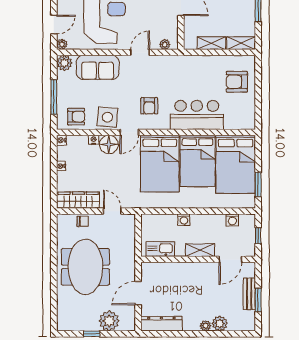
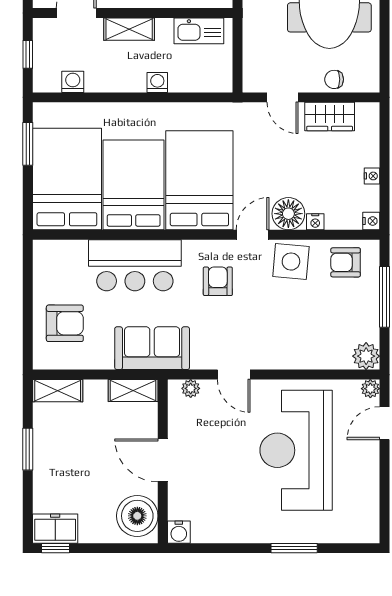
shelving: (211, 43) -> (133, 391), moved
door: (140, 52) -> (234, 375), hinge flipped
sofa: (98, 67) -> (152, 348), moved
wardrobe: (78, 200) -> (330, 116), width x0.67

